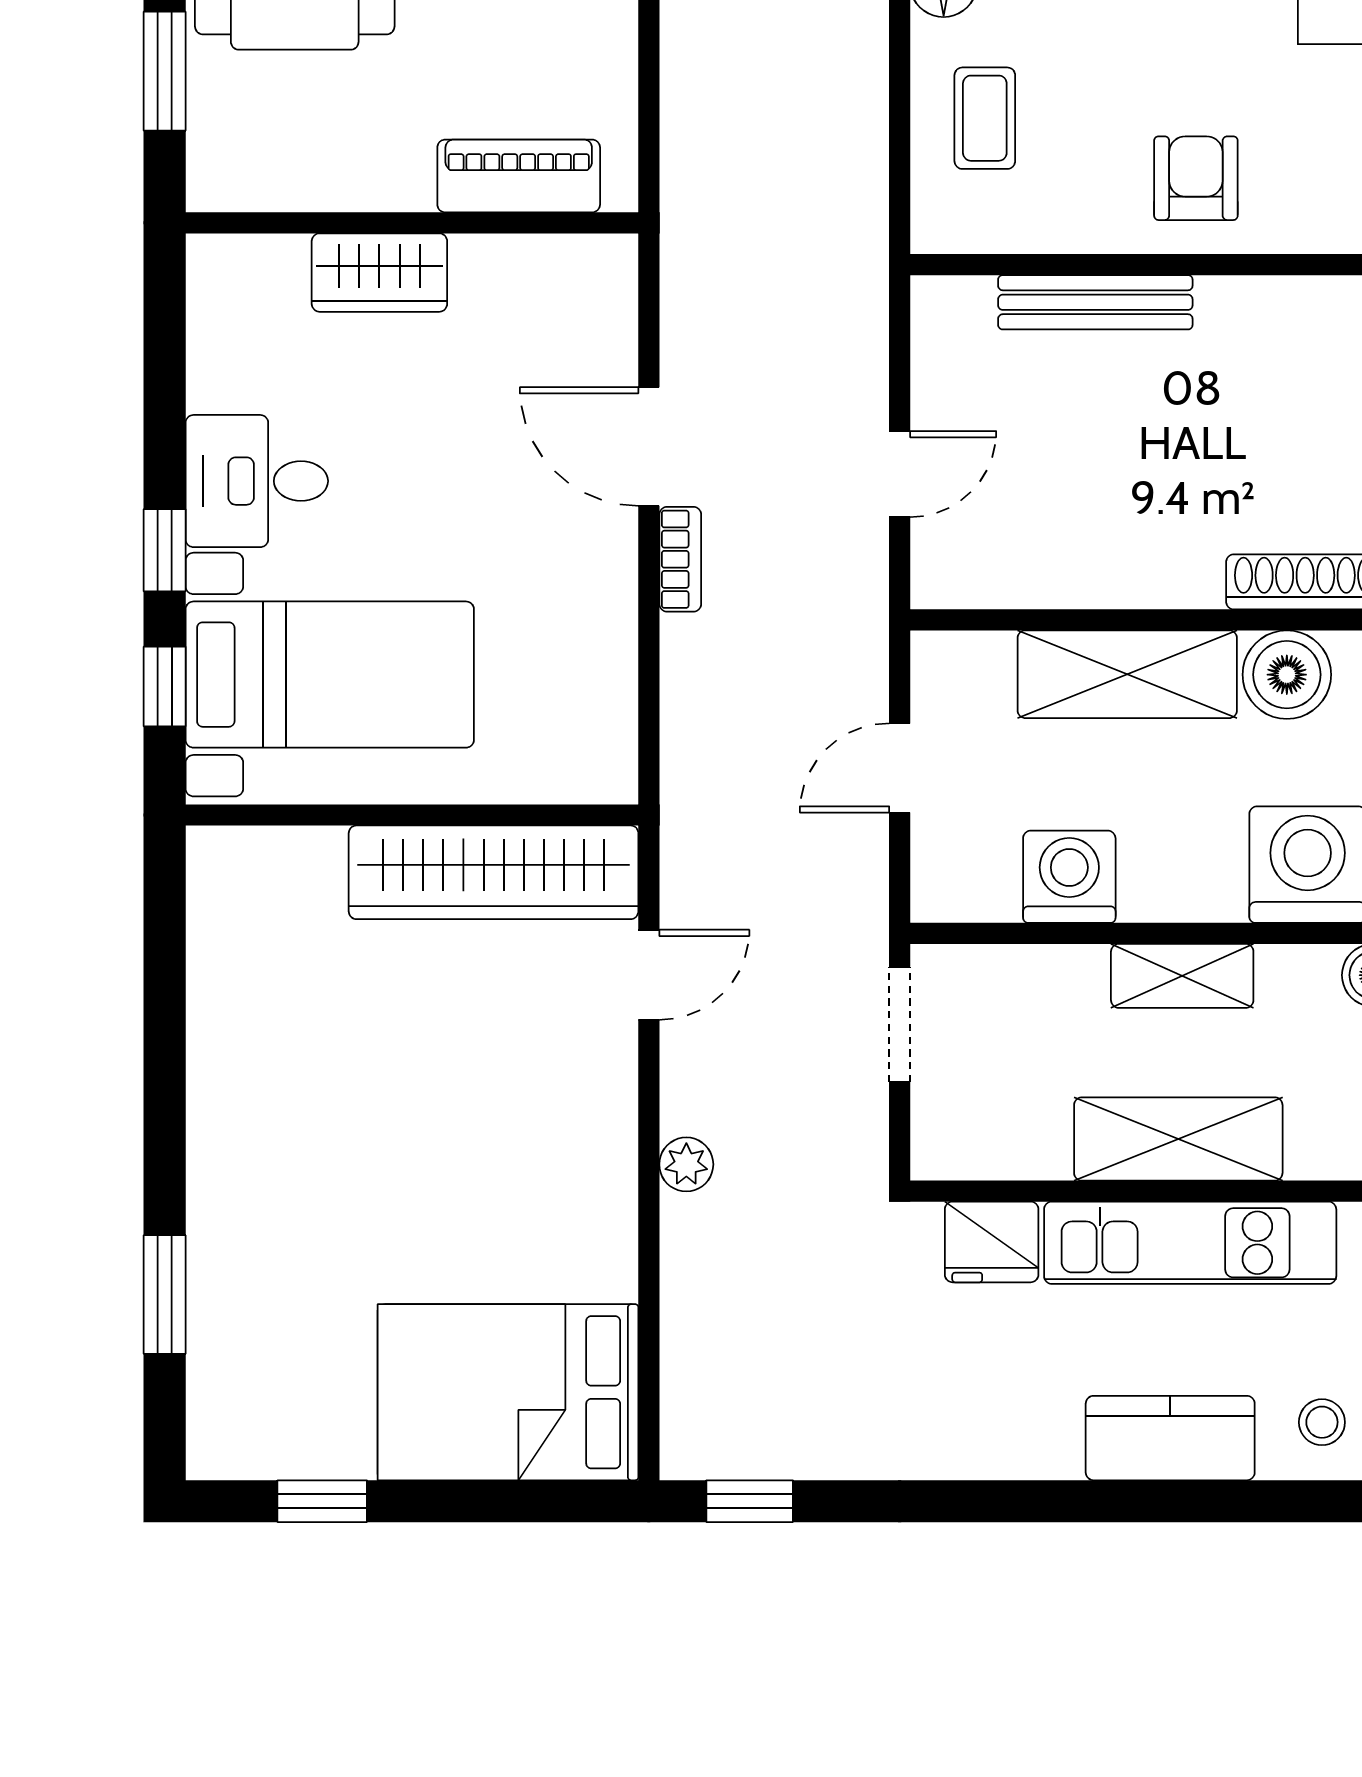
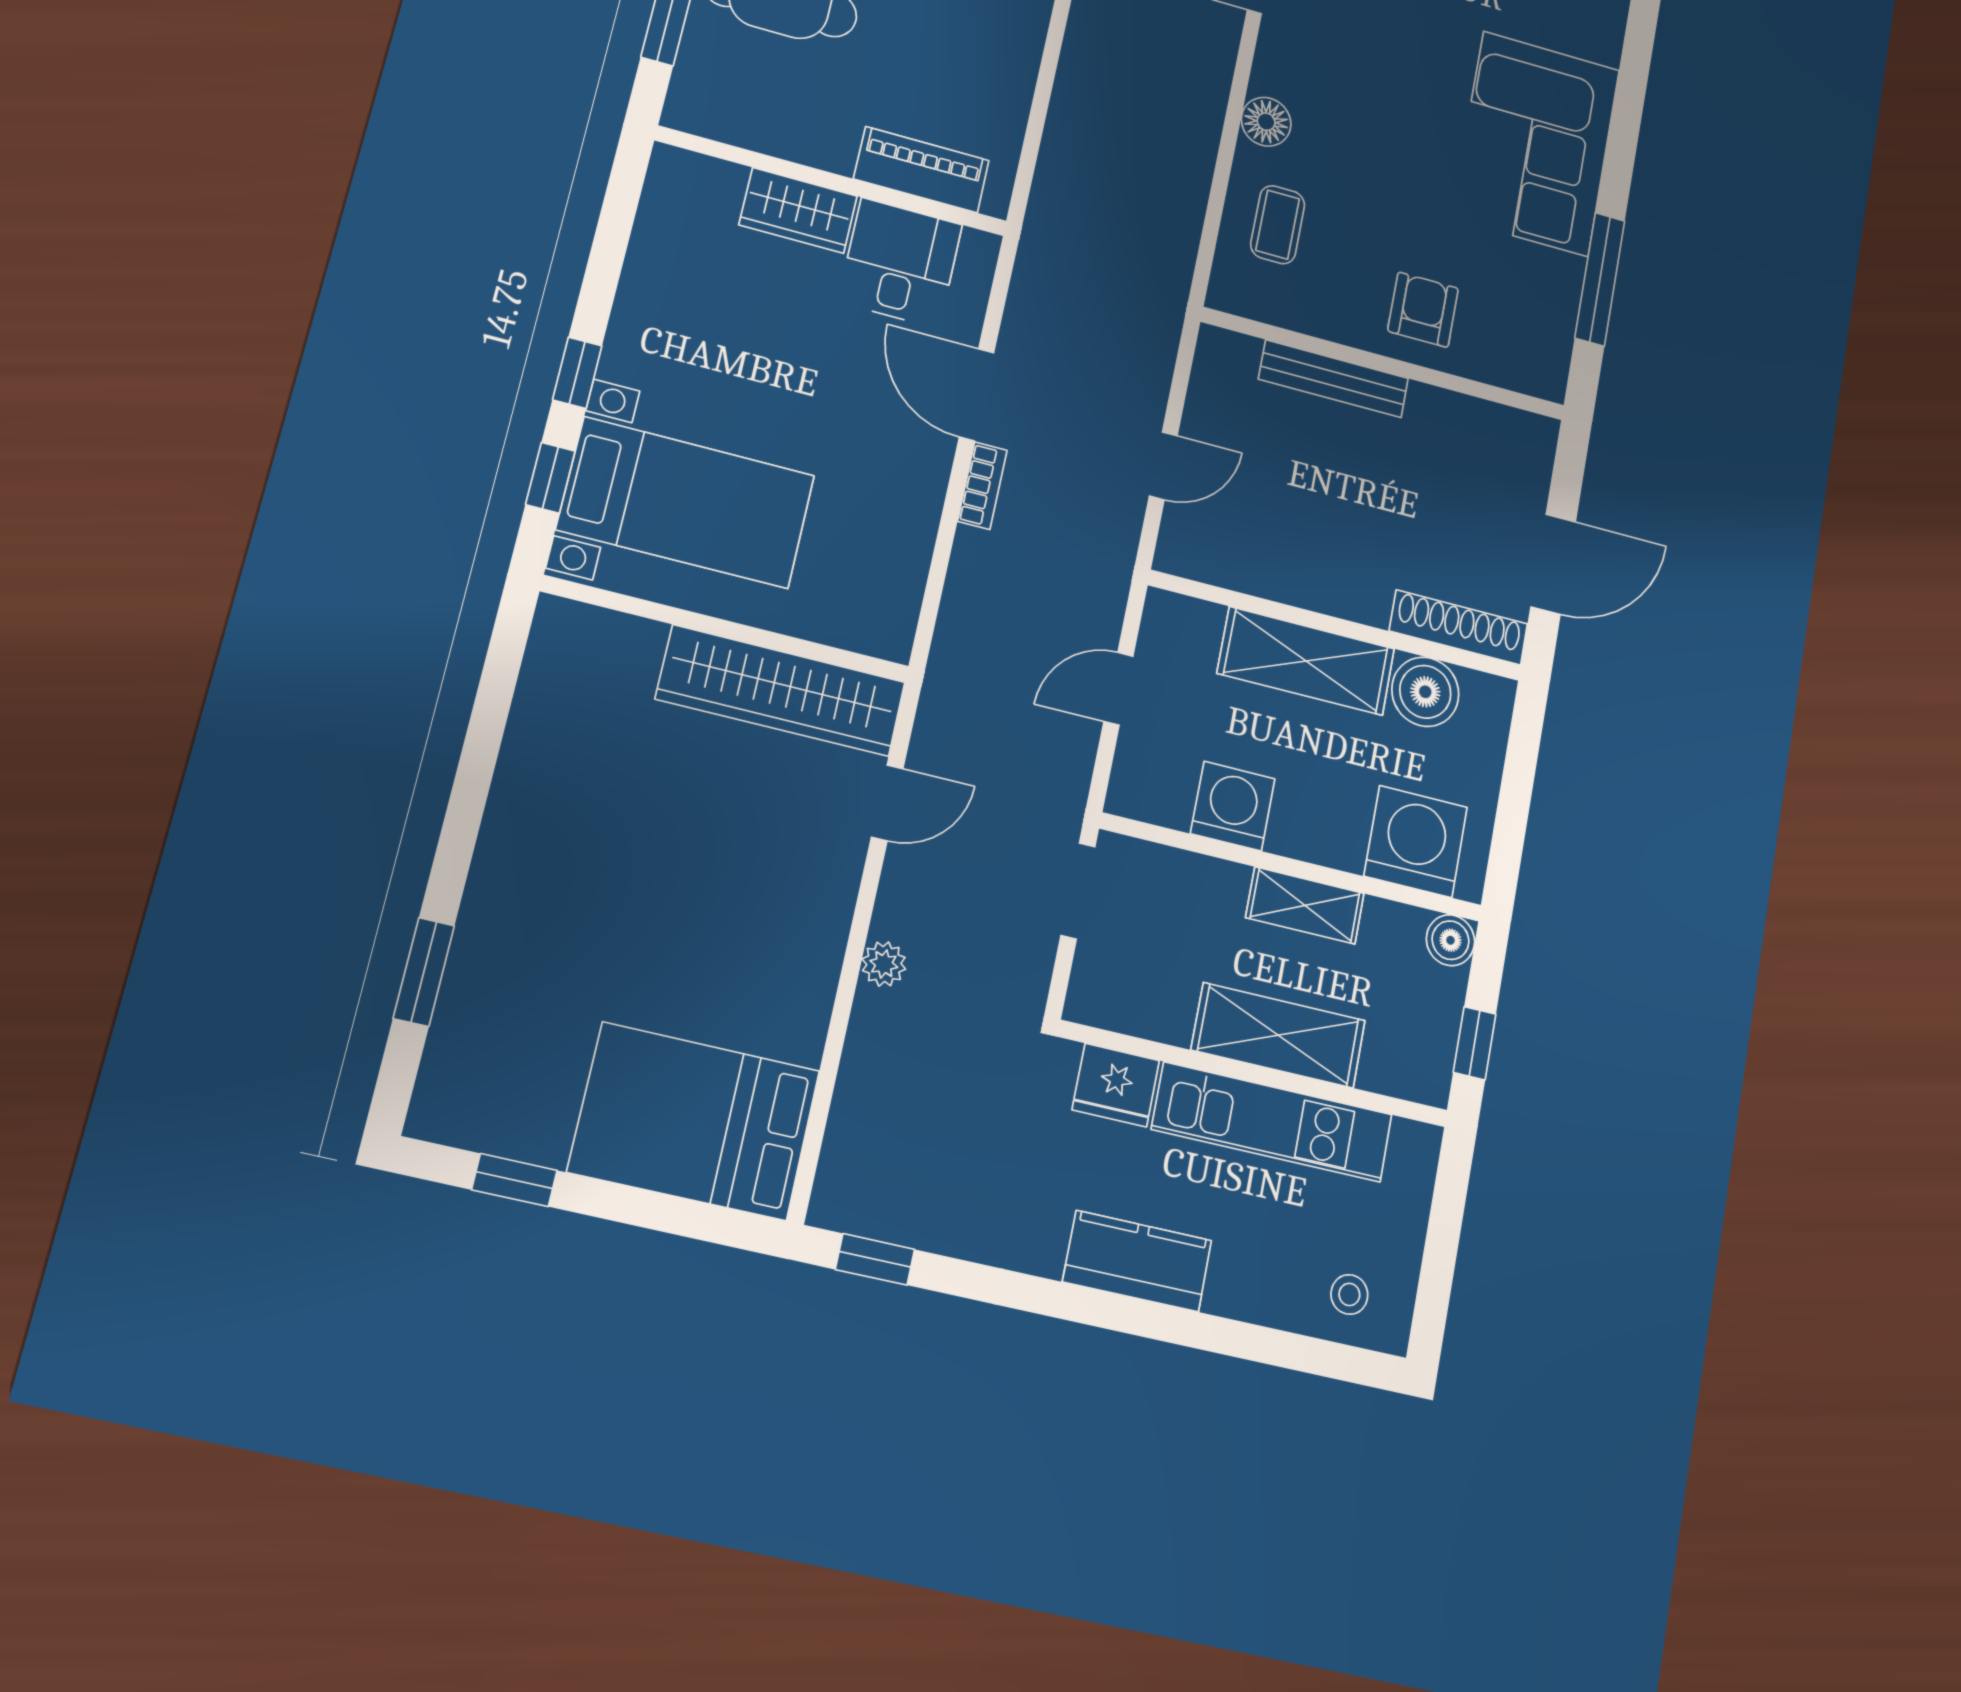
desk: (257, 481) -> (900, 263), moved, turned 90
kitchen counter: (1170, 1438) -> (1137, 1261), moved

